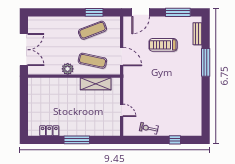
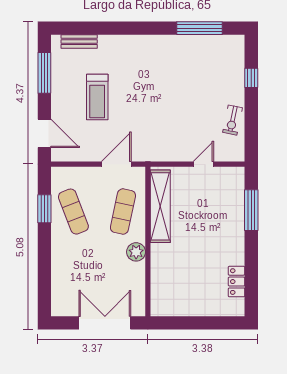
window: (206, 62) -> (199, 28), moved
shelving: (96, 84) -> (160, 206), width x1.47
window: (77, 140) -> (251, 210), moved

